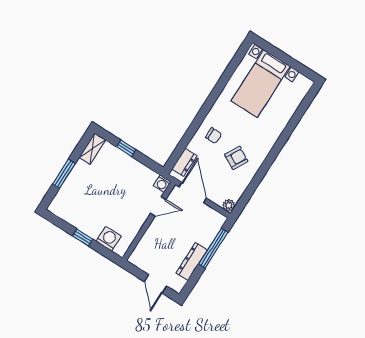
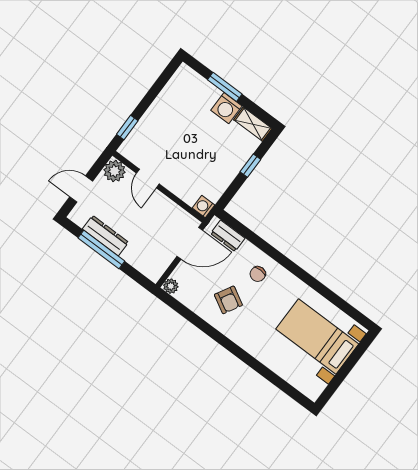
door: (158, 206) -> (148, 179), moved
window: (83, 237) -> (127, 128), moved
washing machine: (109, 239) -> (226, 108), moved, turned 90
window: (213, 248) -> (101, 250), moved
plant: (139, 258) -> (115, 171), added

